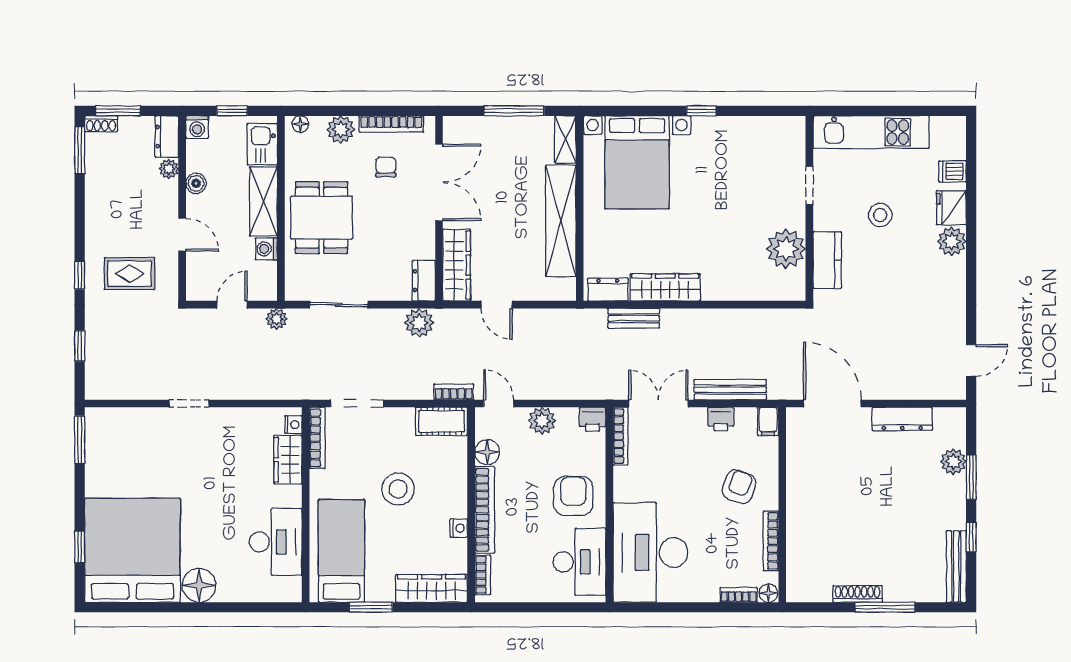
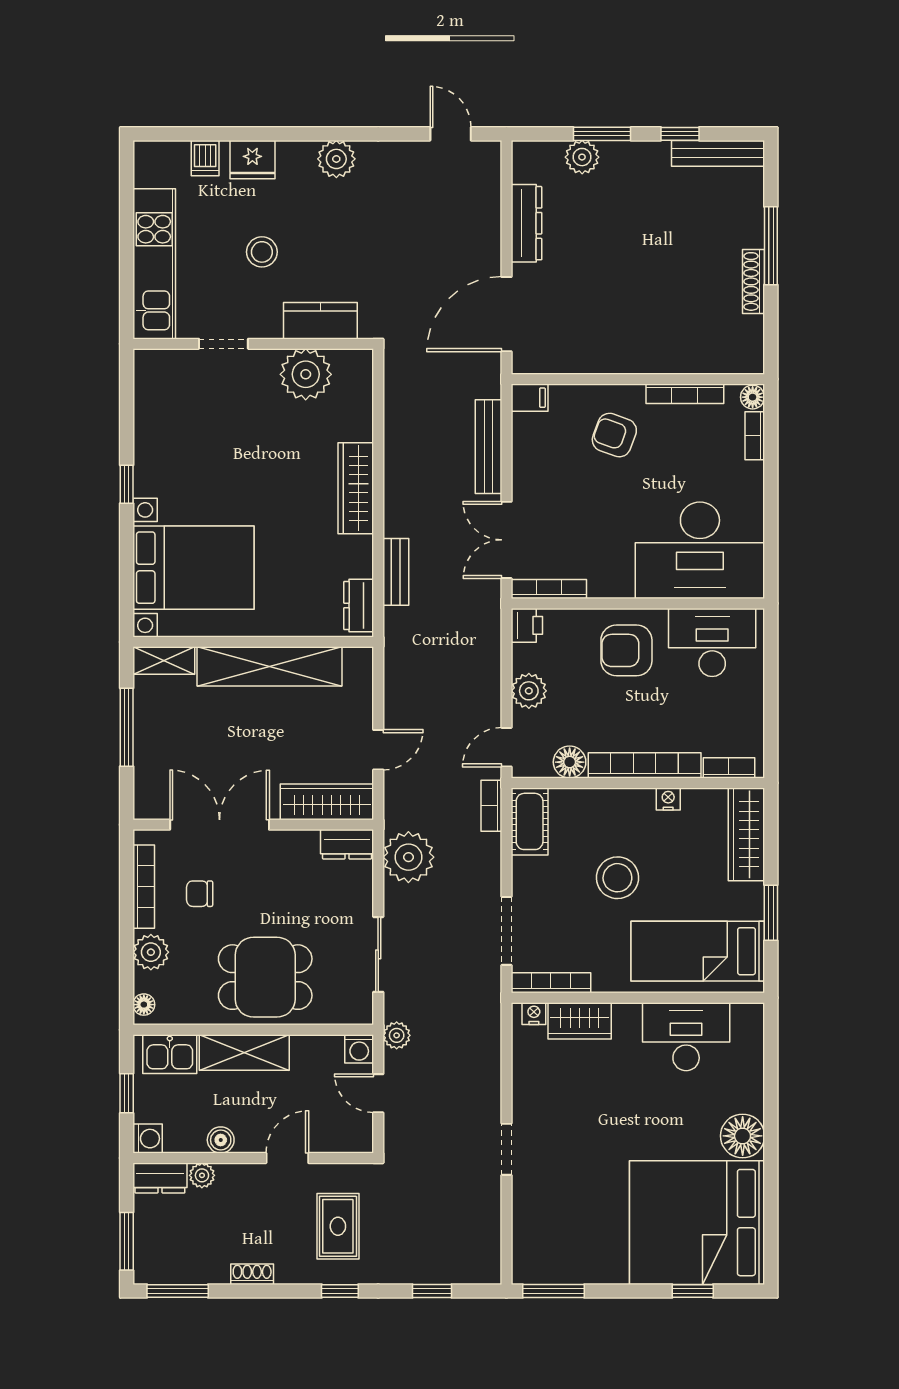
shoe rack: (101, 124) -> (252, 1274), moved, turned -90
plant: (952, 241) -> (336, 159), moved
washing machine: (266, 249) -> (359, 1049), moved
wardrobe: (665, 287) -> (356, 488), moved
plant: (419, 323) -> (408, 857), width x1.36, depth x1.36
printer: (721, 419) -> (526, 459), removed

